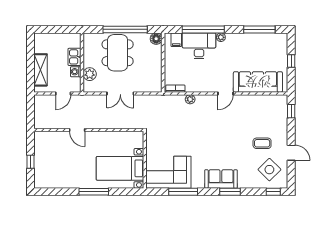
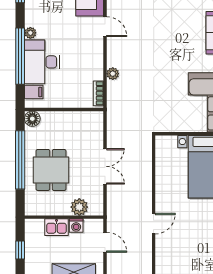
window: (57, 29) -> (20, 250), added
dining table: (118, 53) -> (51, 170), width x0.73

